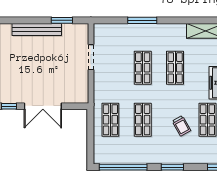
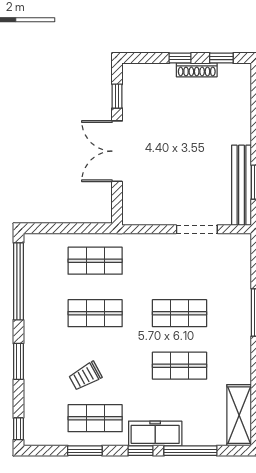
bench: (37, 30) -> (241, 185), moved

